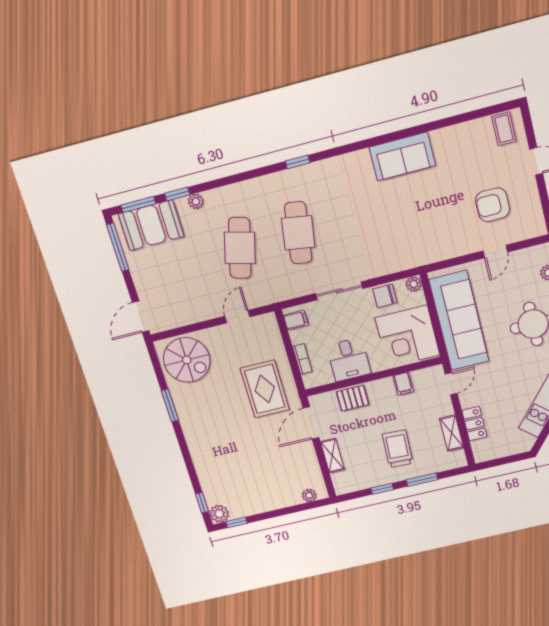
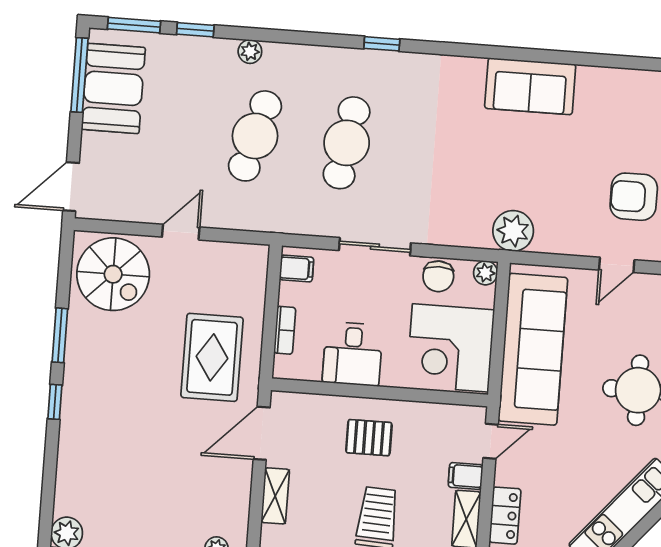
plant: (196, 201) -> (250, 52), moved
booth: (151, 225) -> (113, 88), moved, turned 90
plant: (422, 252) -> (513, 231), added
chair: (385, 296) -> (438, 276), turned -90
door: (237, 317) -> (181, 232), moved
filing cabinet: (403, 384) -> (466, 476), moved, turned 90
pallet: (353, 398) -> (369, 438), moved
window: (202, 503) -> (55, 402), moved

